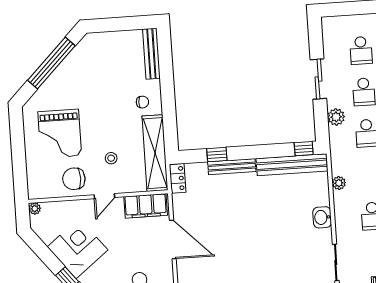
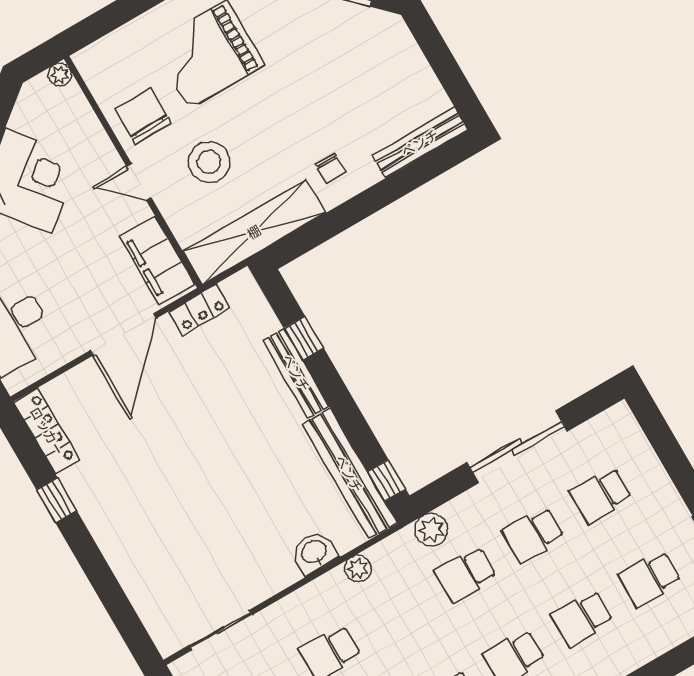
sliding door: (318, 79) -> (517, 447), width x1.37
plant: (336, 117) -> (431, 530), moved
stool: (111, 158) -> (209, 162), width x1.89, depth x1.89
locker: (178, 178) -> (200, 310), moved
washbasin: (322, 217) -> (314, 552), moved

